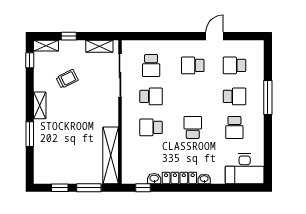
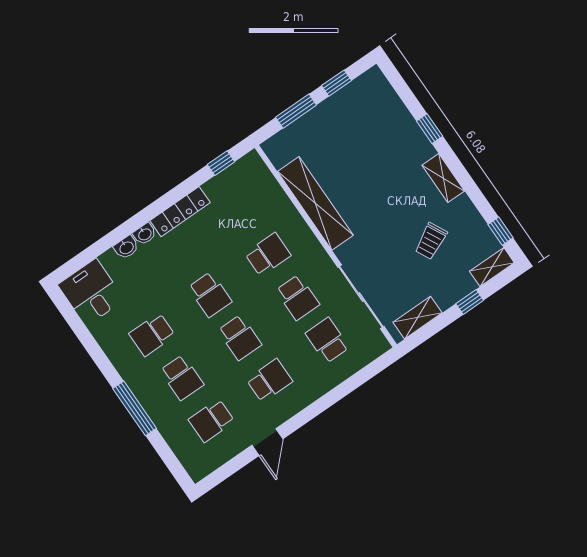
school desk: (234, 65) -> (212, 421), turned 180
school desk: (151, 96) -> (298, 297), turned -90
school desk: (193, 96) -> (240, 337), added
school desk: (234, 96) -> (182, 378), turned -90
school desk: (234, 127) -> (152, 335), turned -90
window: (30, 134) -> (430, 129), width x0.67
shelving: (111, 155) -> (315, 203), moved
desk: (245, 169) -> (91, 292), width x0.73
washbasin: (154, 179) -> (126, 247), moved

